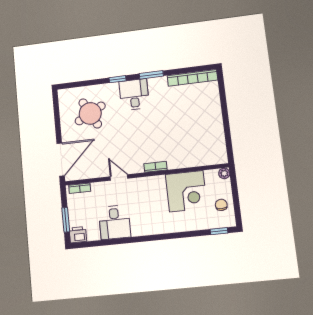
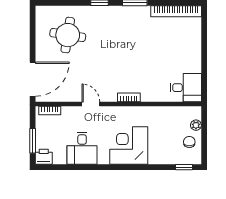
desk: (134, 95) -> (186, 88), moved, turned 90
round table: (90, 113) -> (68, 35), turned 37
plant: (224, 173) -> (196, 125), moved
corner desk: (186, 191) -> (129, 145), moved, turned 180

